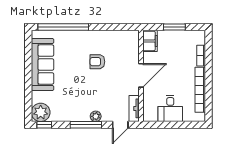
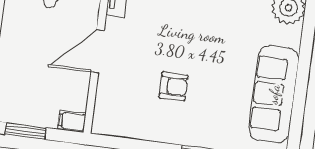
filing cabinet: (150, 41) -> (72, 121), width x0.50

